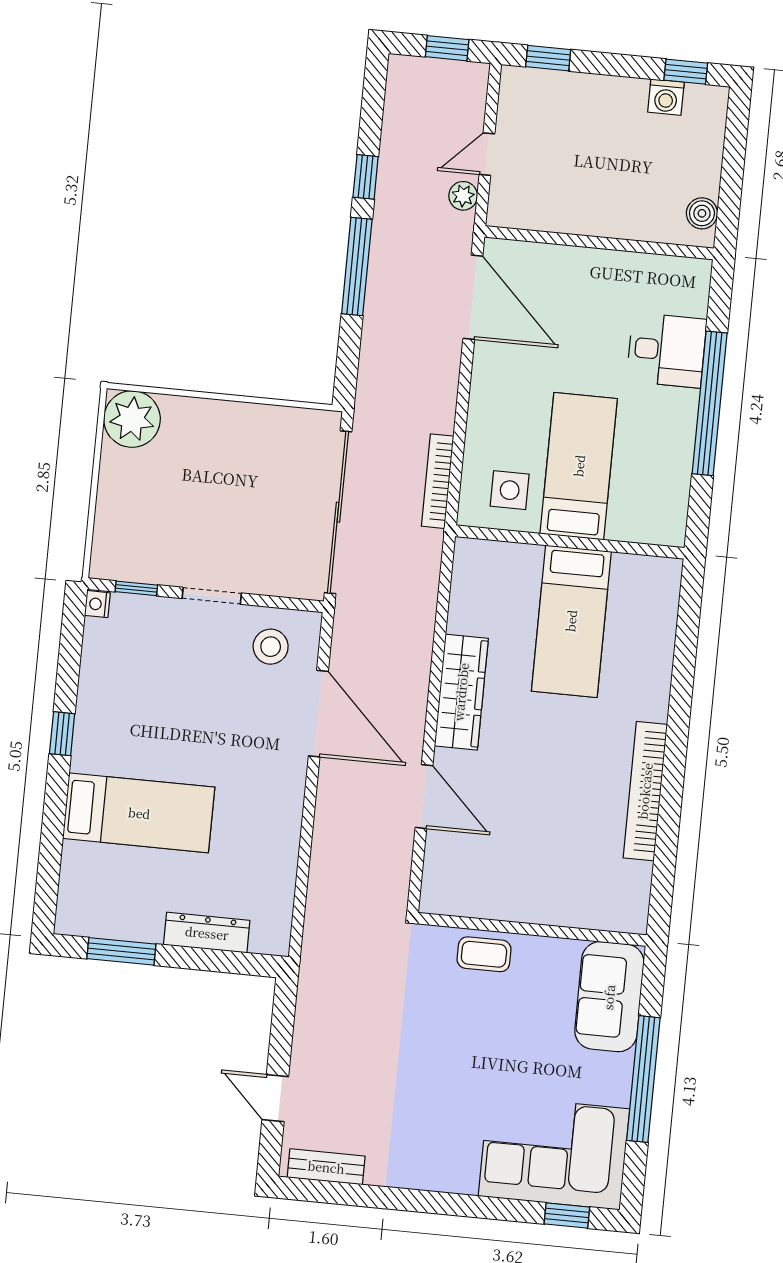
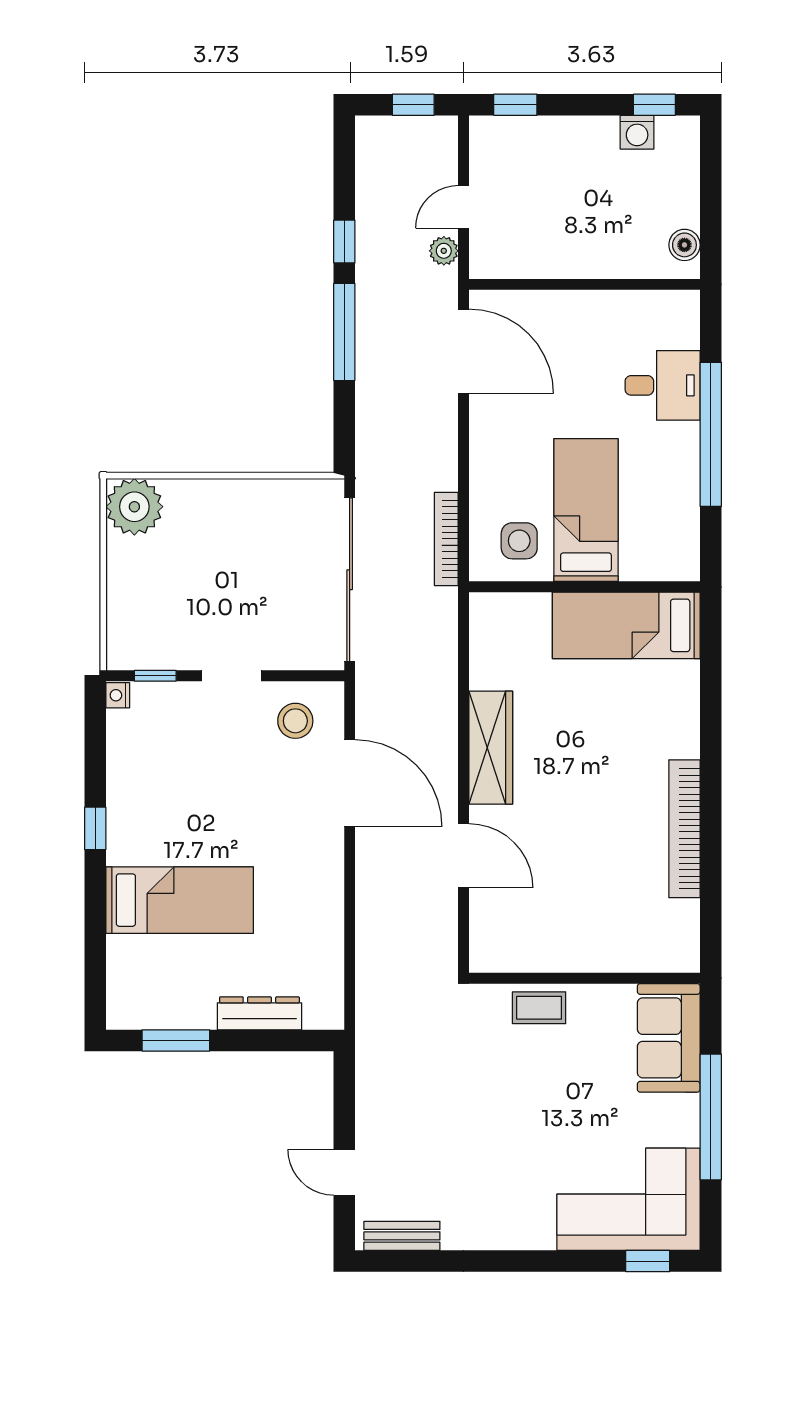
bed: (571, 621) -> (626, 625), moved, turned 90

